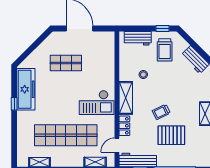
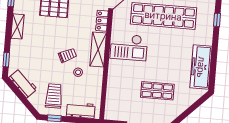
checkout: (97, 103) -> (129, 47), turned 180
window: (14, 104) -> (217, 20), moved
trolley: (161, 112) -> (67, 55), moved

